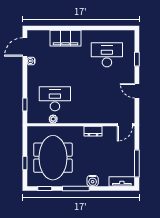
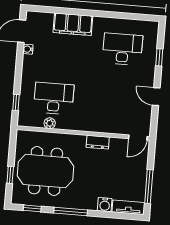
meeting table: (53, 158) -> (46, 171), turned 90
water cooler: (93, 181) -> (105, 205), moved

